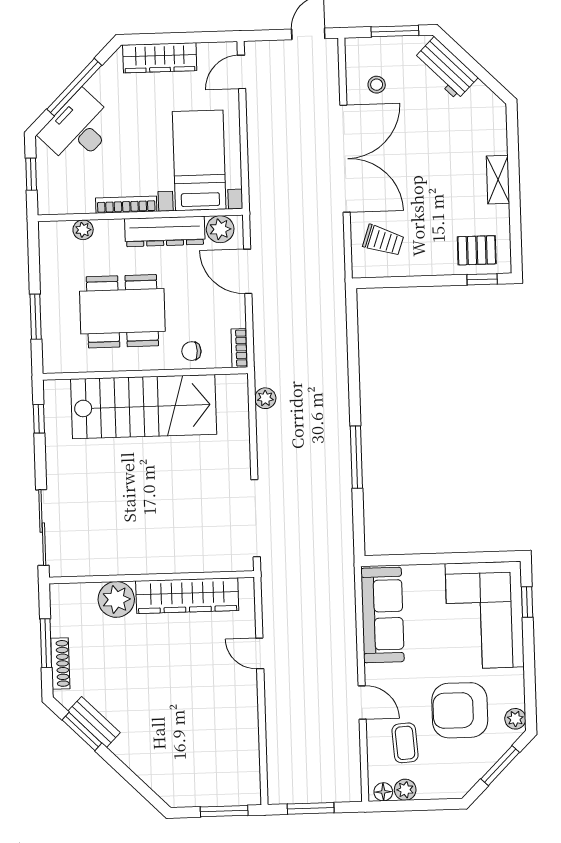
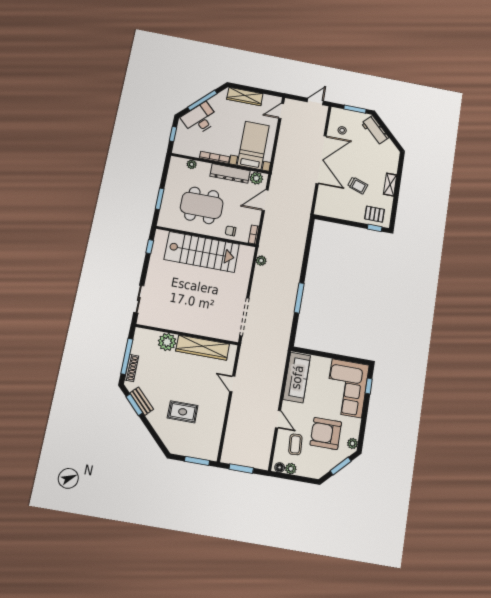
trolley: (383, 240) -> (358, 185), moved
door: (248, 271) -> (265, 200), hinge flipped
sliding door: (42, 528) -> (139, 299), width x0.73
window: (46, 643) -> (127, 356), width x1.44
rug: (176, 726) -> (183, 412), added

